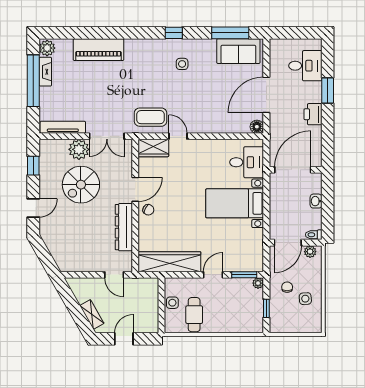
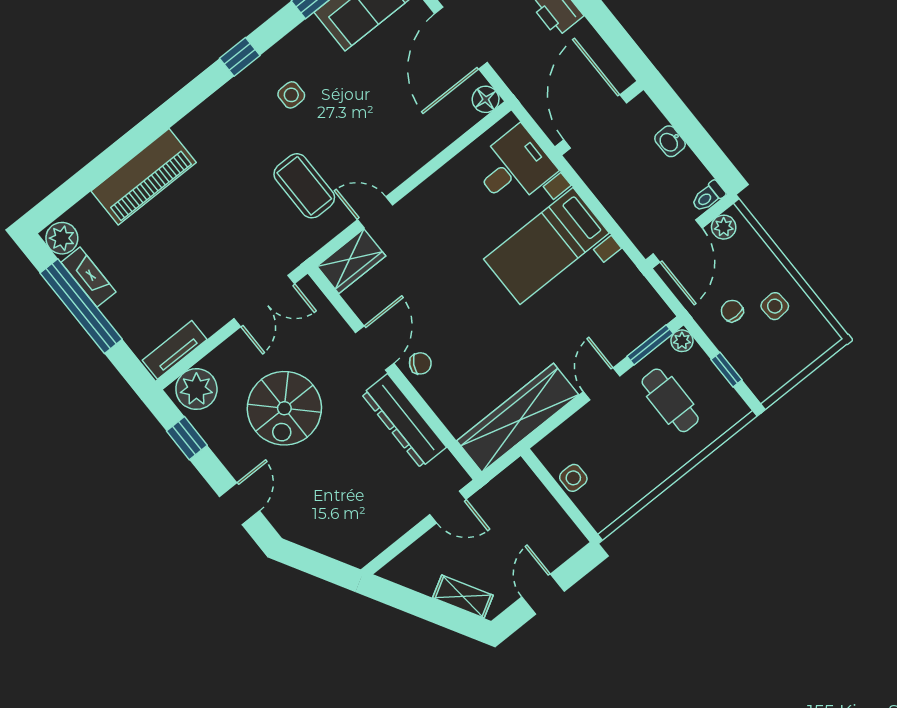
coffee table: (151, 117) -> (304, 186), moved, turned 90
tv unit: (63, 127) -> (175, 350), width x0.71
plant: (79, 149) -> (196, 389), moved
cafe table: (194, 315) -> (670, 400), moved

